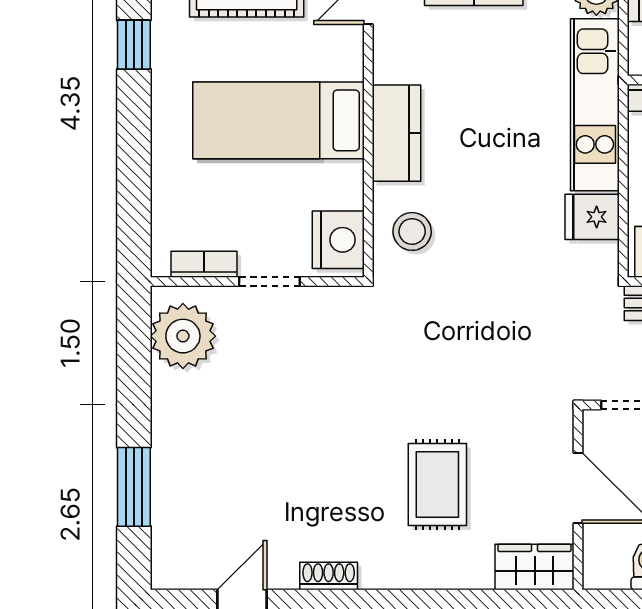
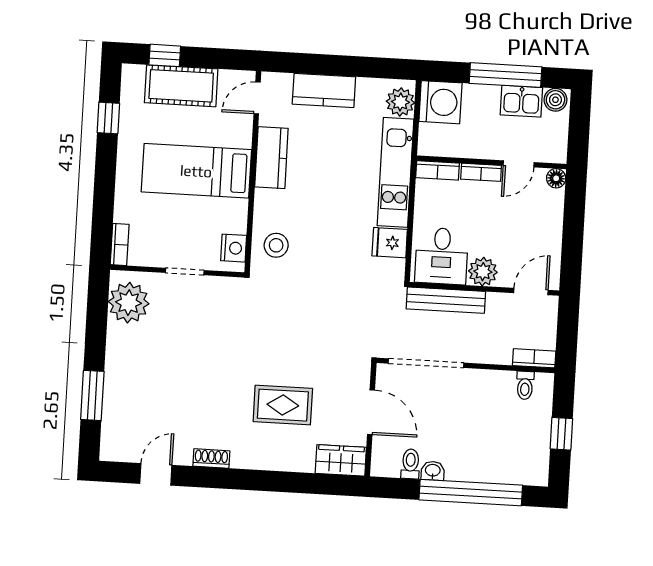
kitchen counter: (397, 133) -> (271, 158), moved
nightstand: (338, 240) -> (234, 248), width x0.74, depth x0.75
bookcase: (204, 264) -> (120, 245), moved, turned 90
rug: (437, 485) -> (283, 405), turned 90

